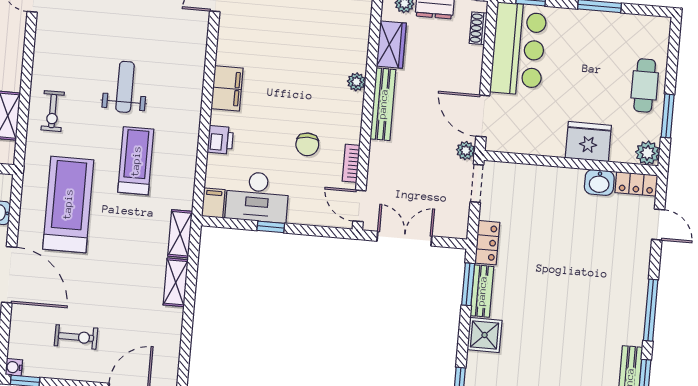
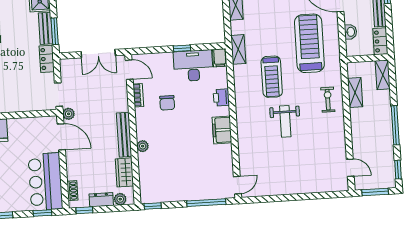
chair: (307, 144) -> (167, 103), turned 180
treadmill: (68, 204) -> (309, 43), turned 180
shelving: (180, 234) -> (238, 49), moved

